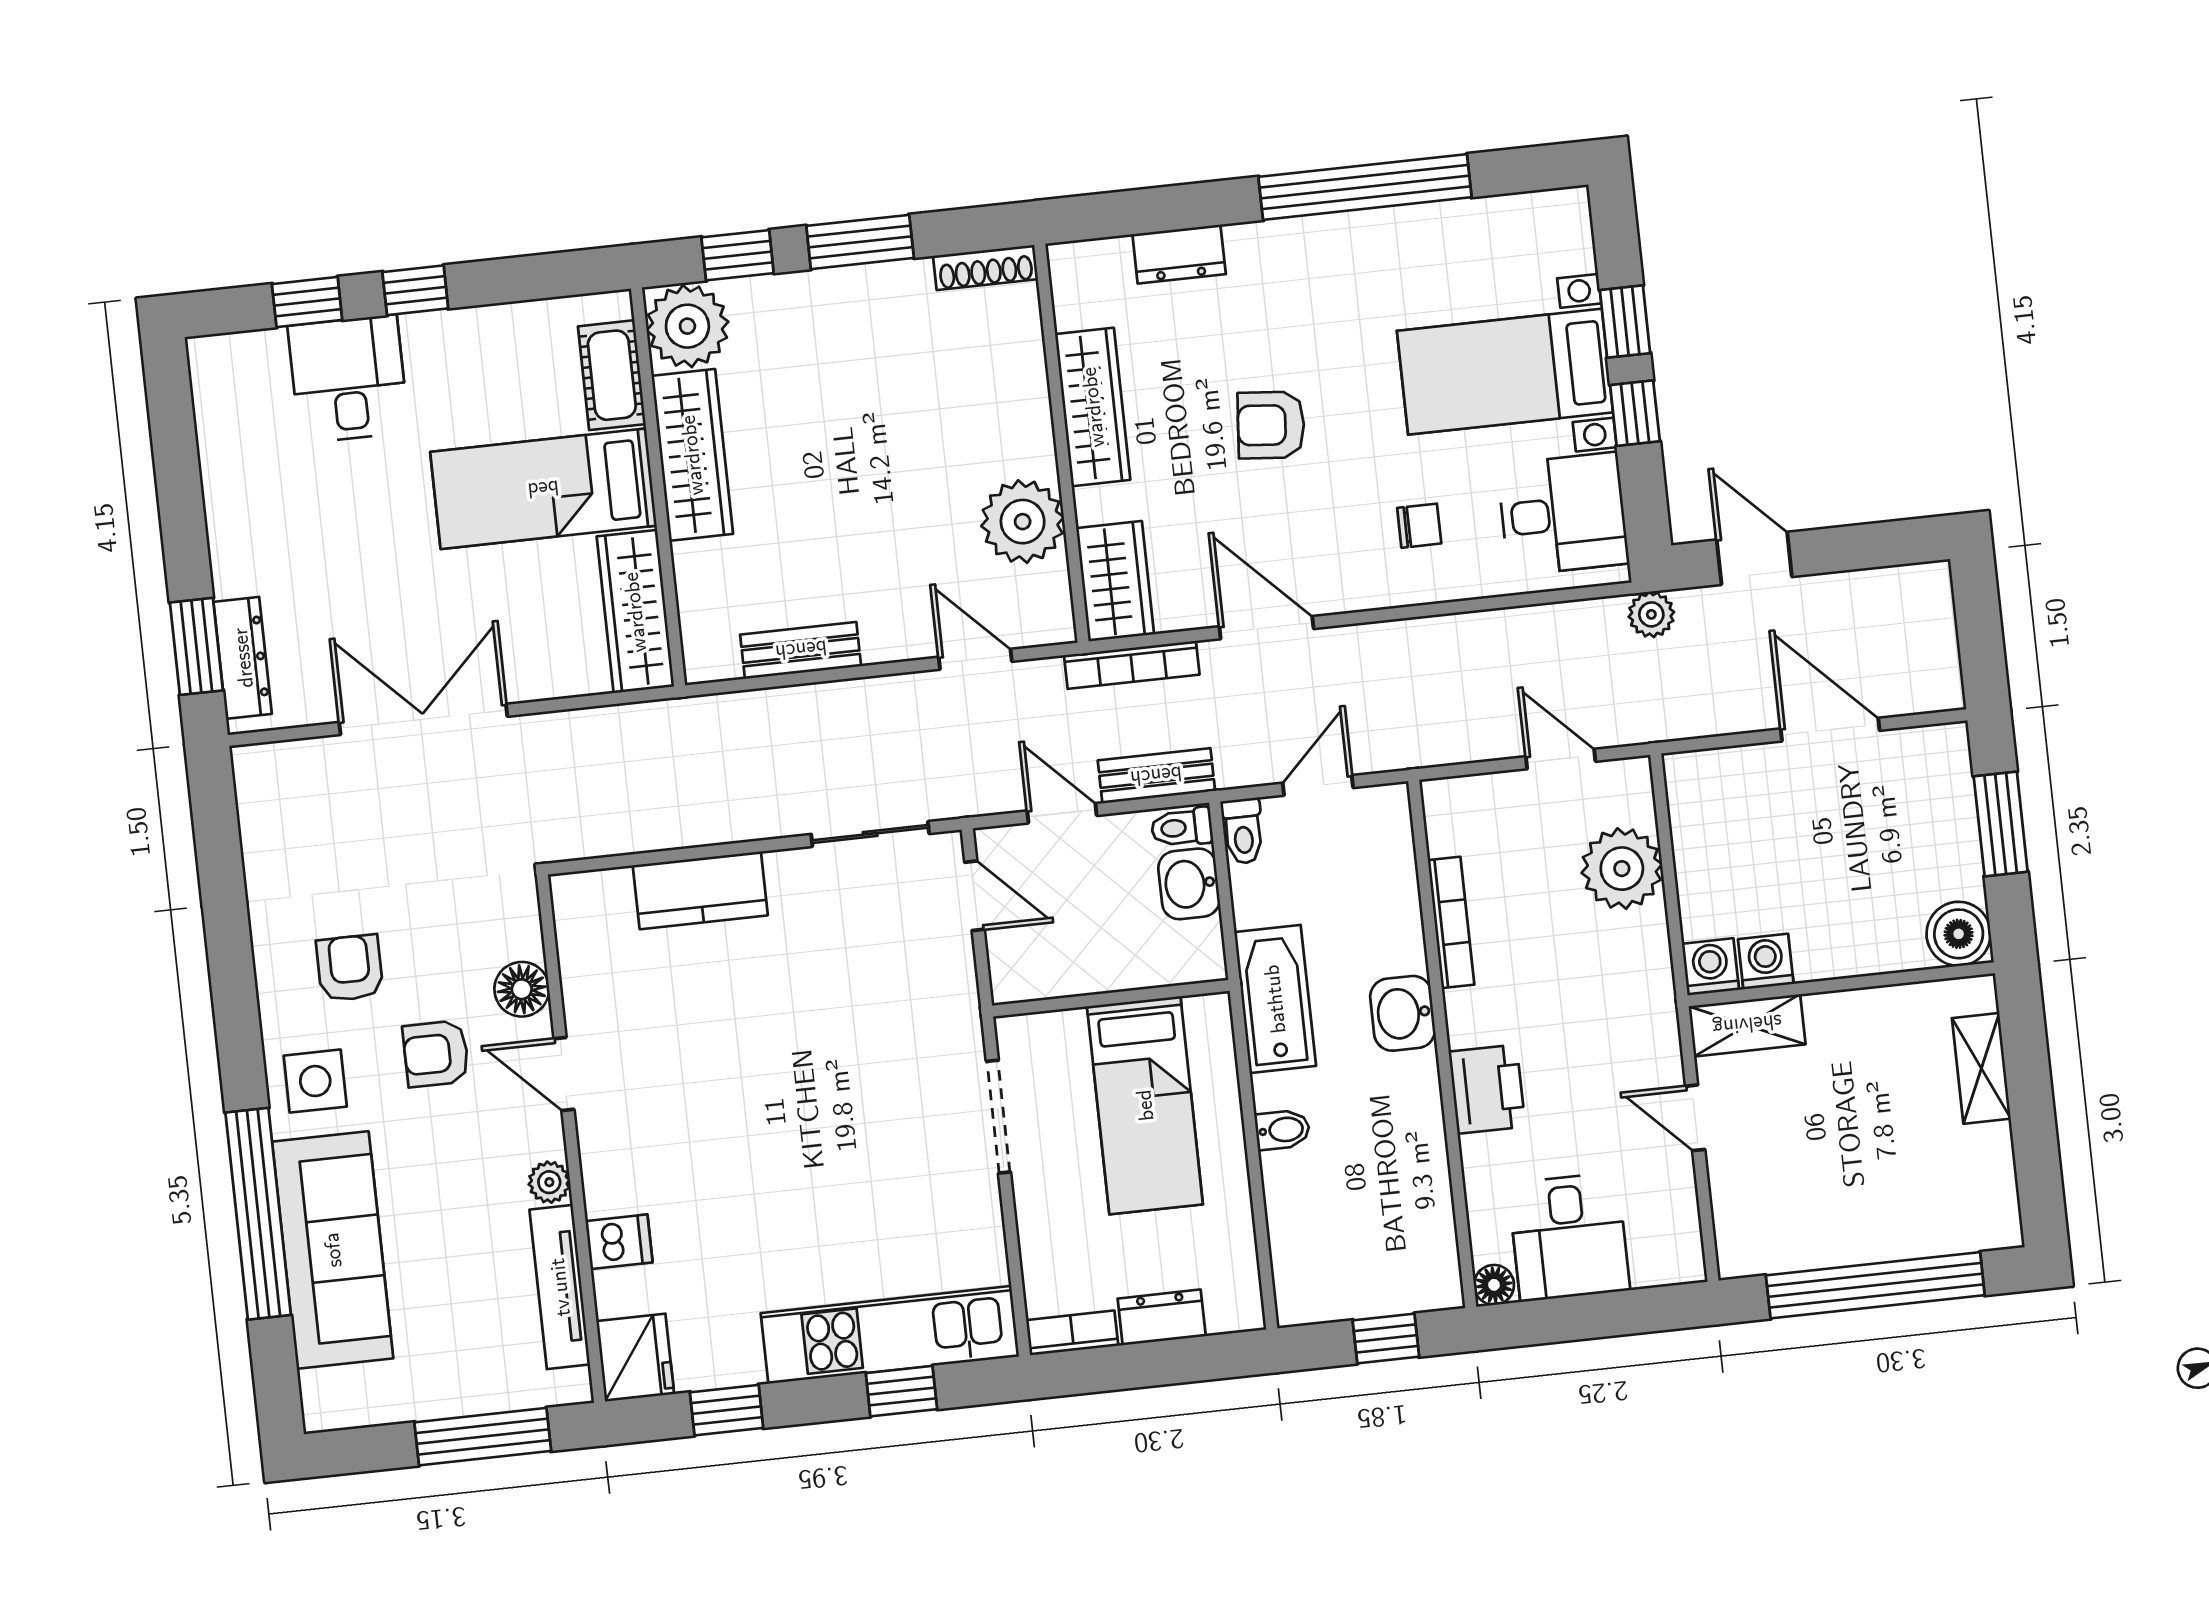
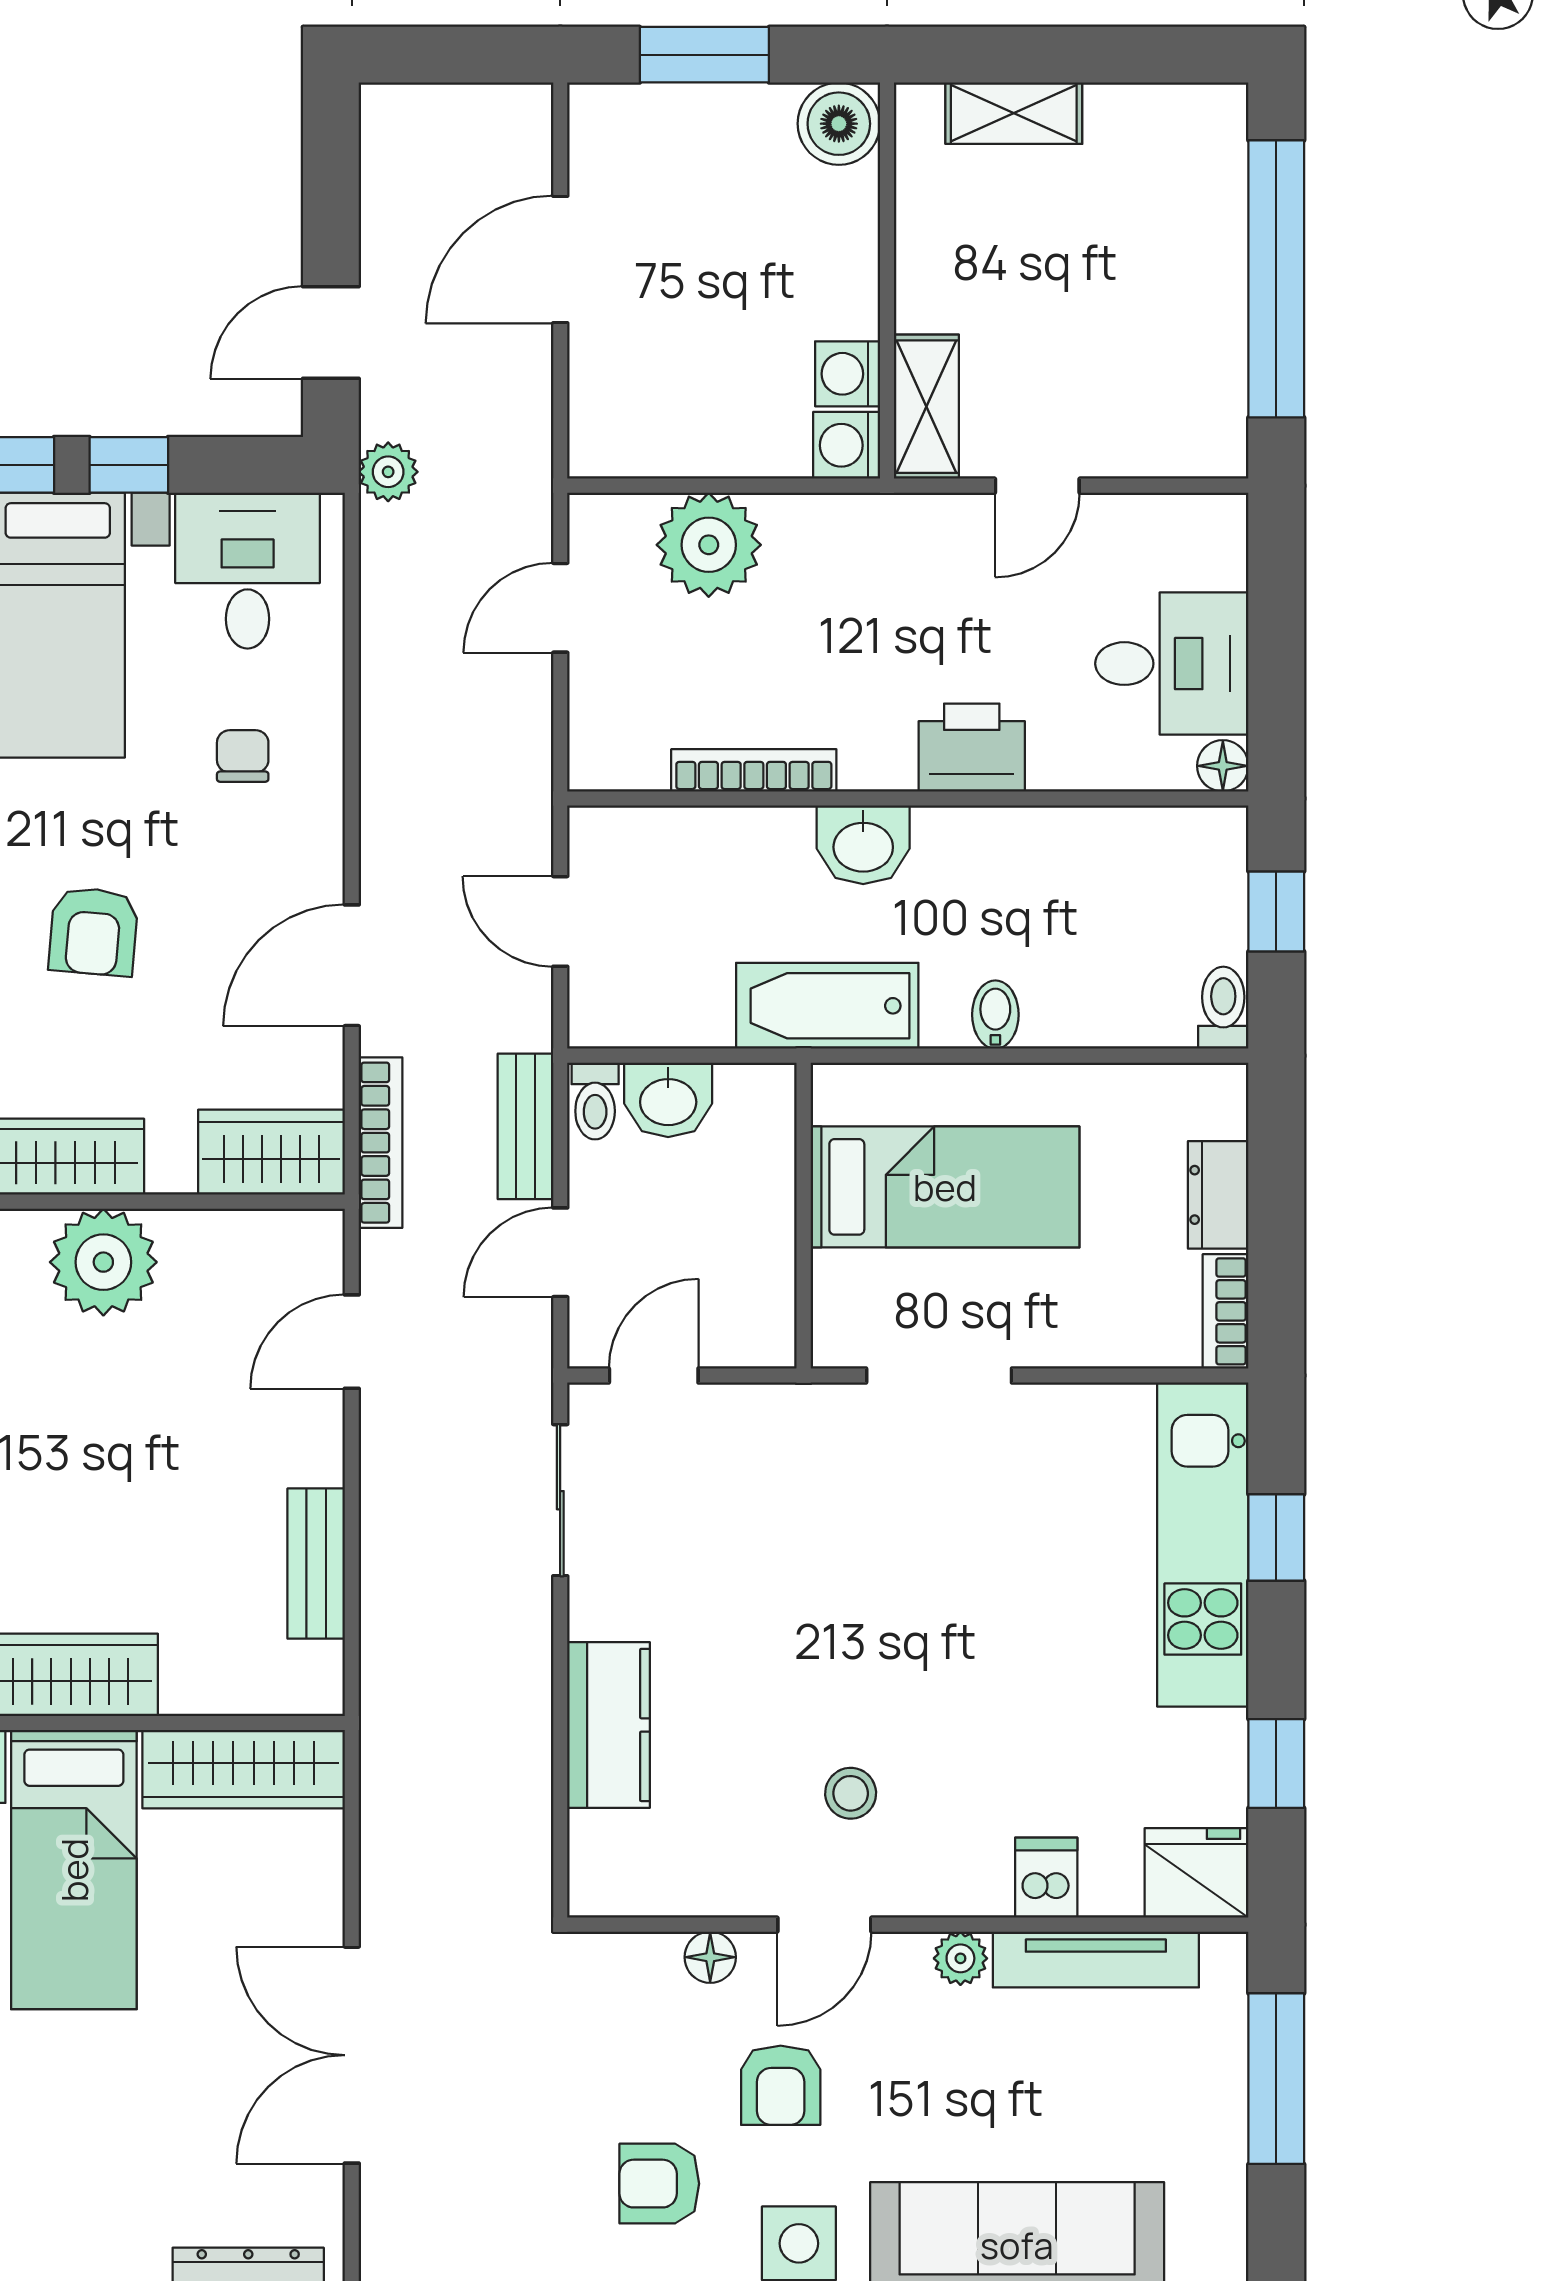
plant: (1023, 522) -> (103, 1262), moved
toilet: (1243, 831) -> (1223, 1008), moved, turned -90
floor lamp: (522, 989) -> (710, 1957), width x0.73, depth x0.73
stool: (668, 1083) -> (851, 1793), added

